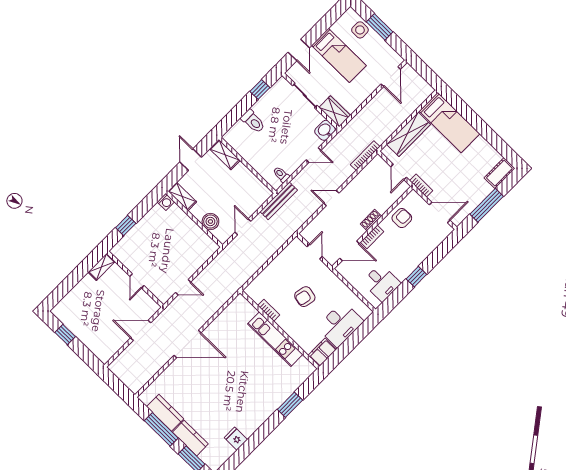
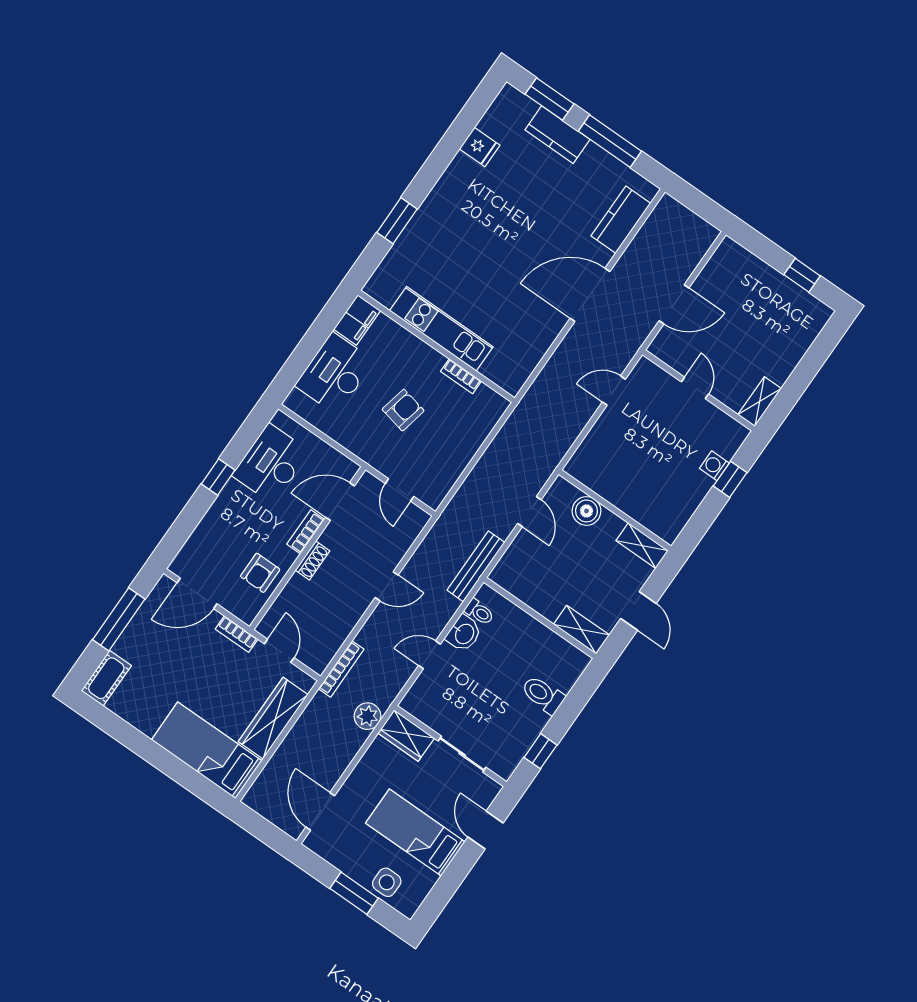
plant: (355, 126) -> (367, 716), added
washbasin: (325, 130) -> (464, 633), moved
washing machine: (166, 202) -> (714, 466), moved
desk: (381, 283) -> (271, 464), width x1.37
kitchen counter: (165, 413) -> (621, 220), moved, turned 90

